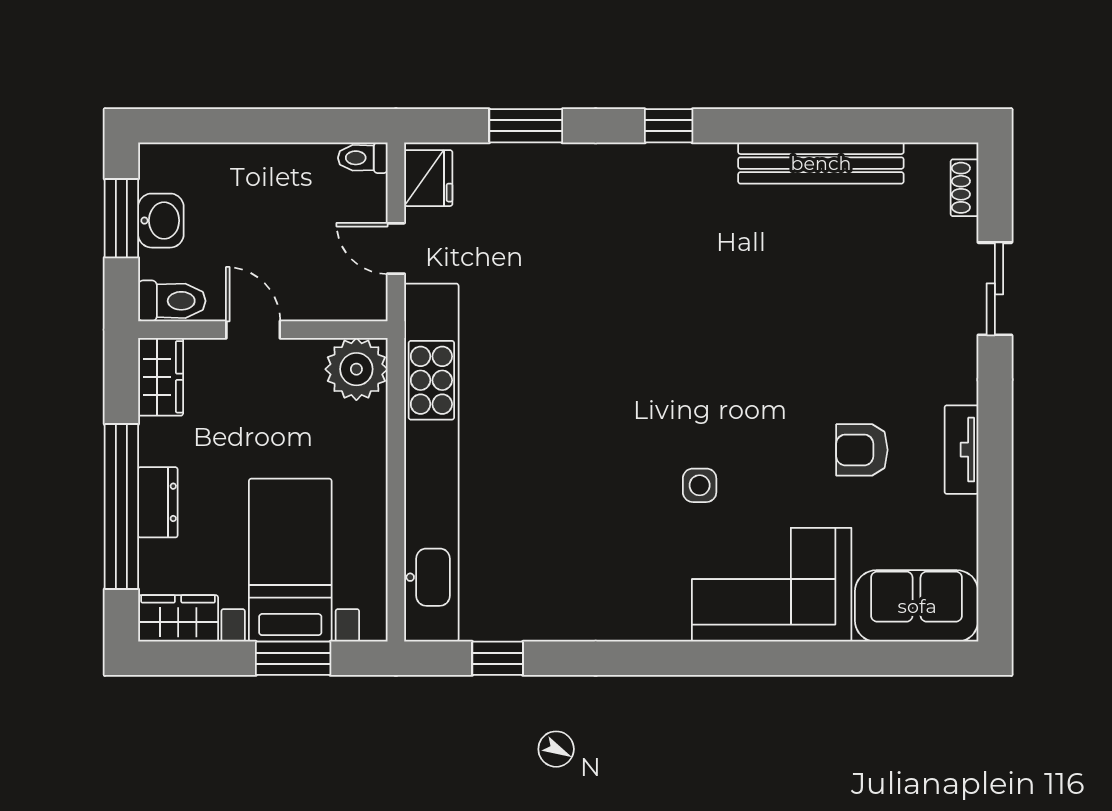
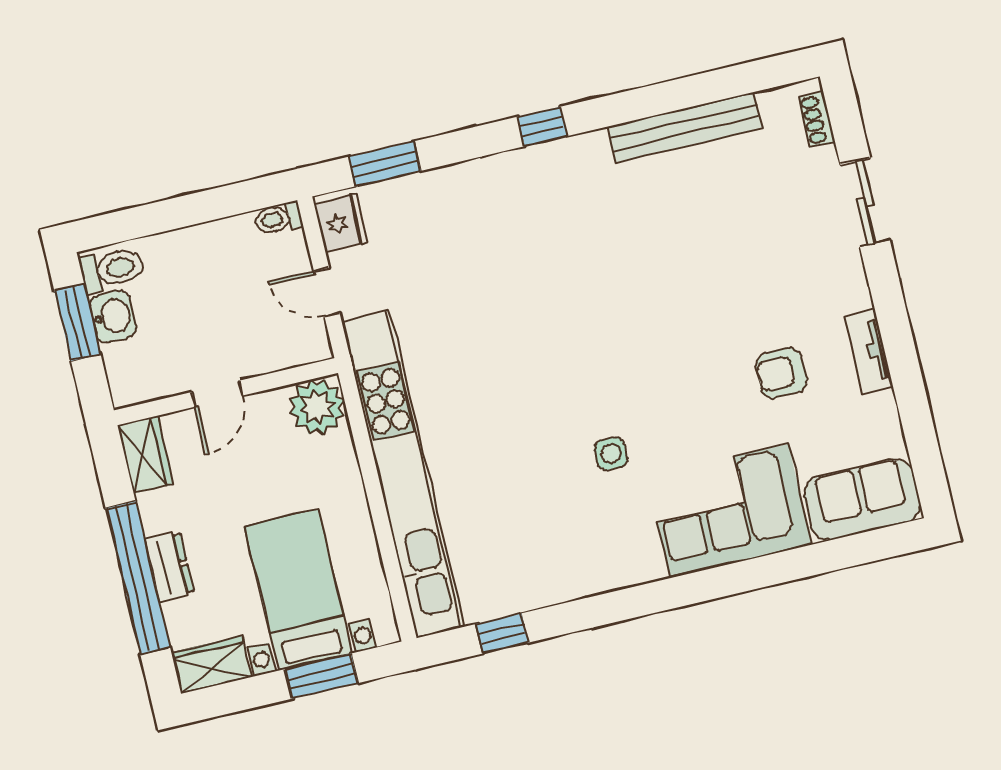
window: (526, 126) -> (385, 164), moved
toilet: (172, 301) -> (112, 269), moved
door: (253, 330) -> (217, 394), swing flipped
side table: (700, 485) -> (611, 454), moved

